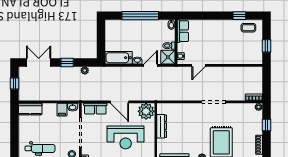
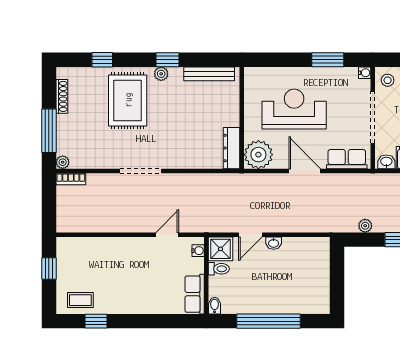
bathtub: (119, 58) -> (306, 248), removed
window: (266, 125) -> (49, 131), width x2.17
dresser: (162, 126) -> (231, 148), moved

